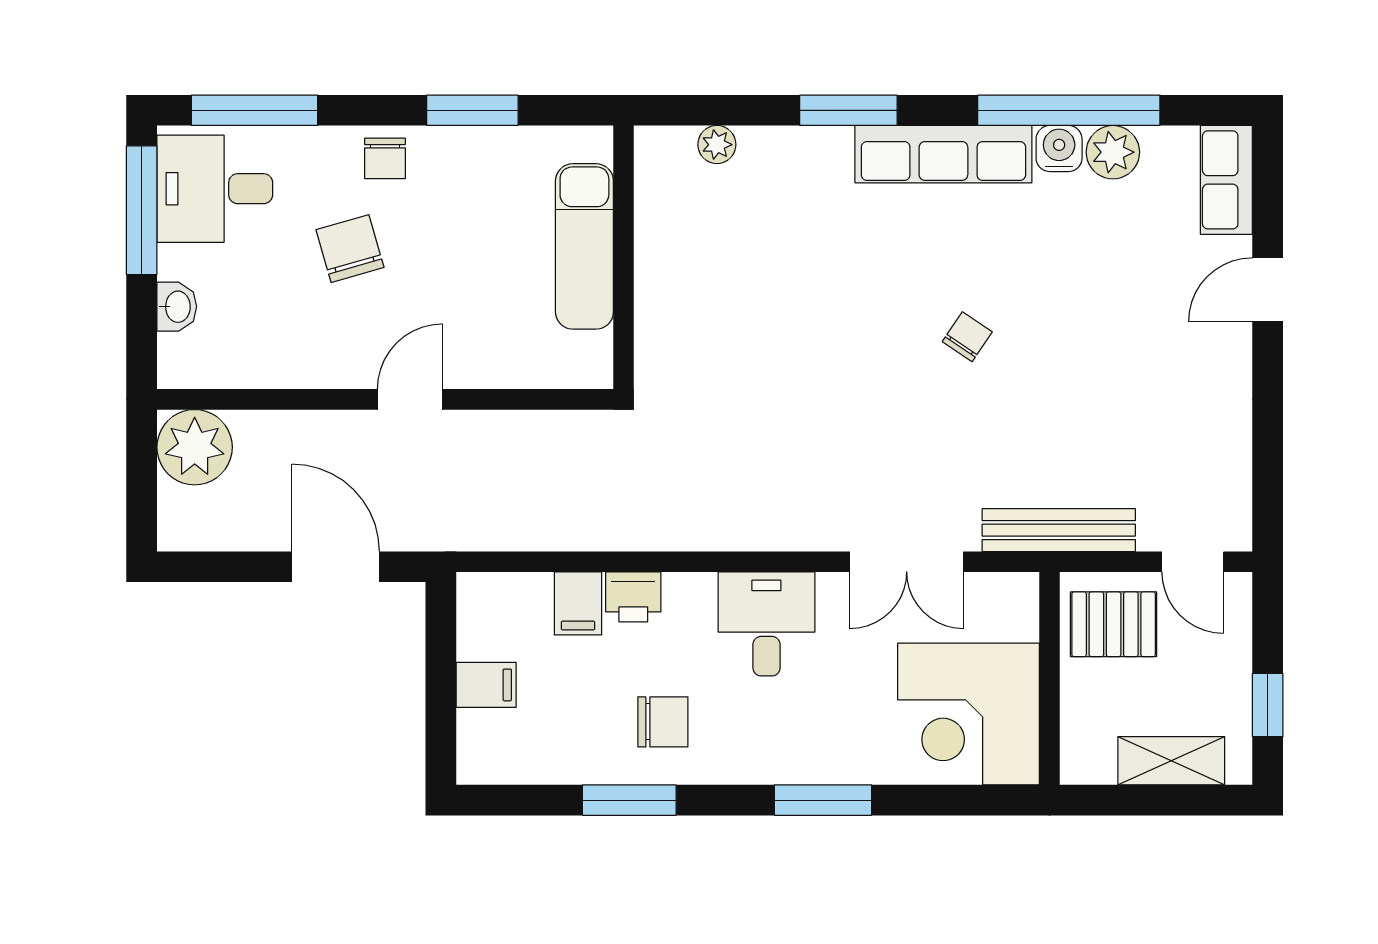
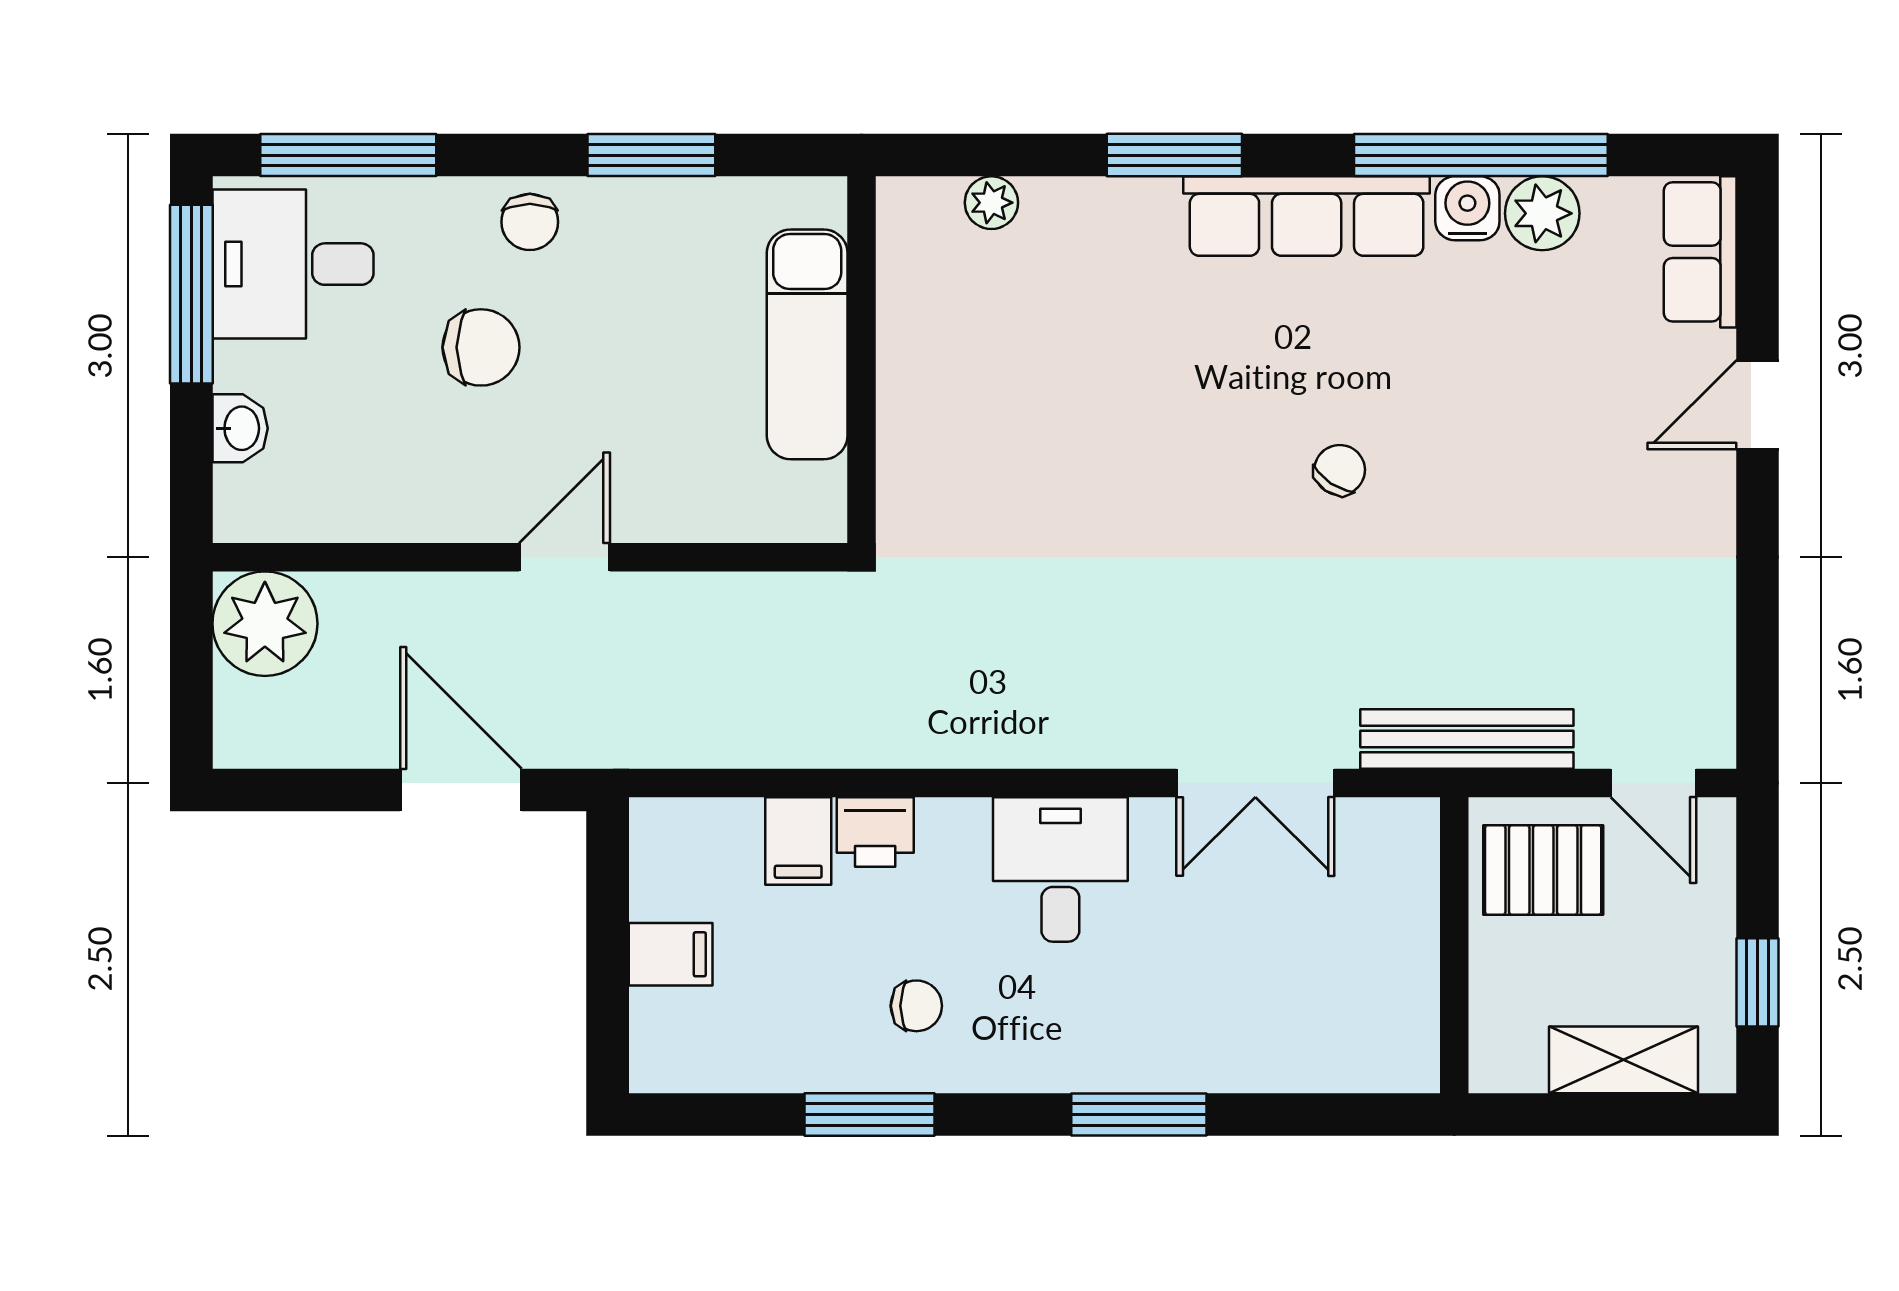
chair: (350, 249) -> (481, 347), turned 106
corner desk: (969, 714) -> (1342, 995), removed
chair: (663, 722) -> (916, 1006), width x0.73, depth x0.73

